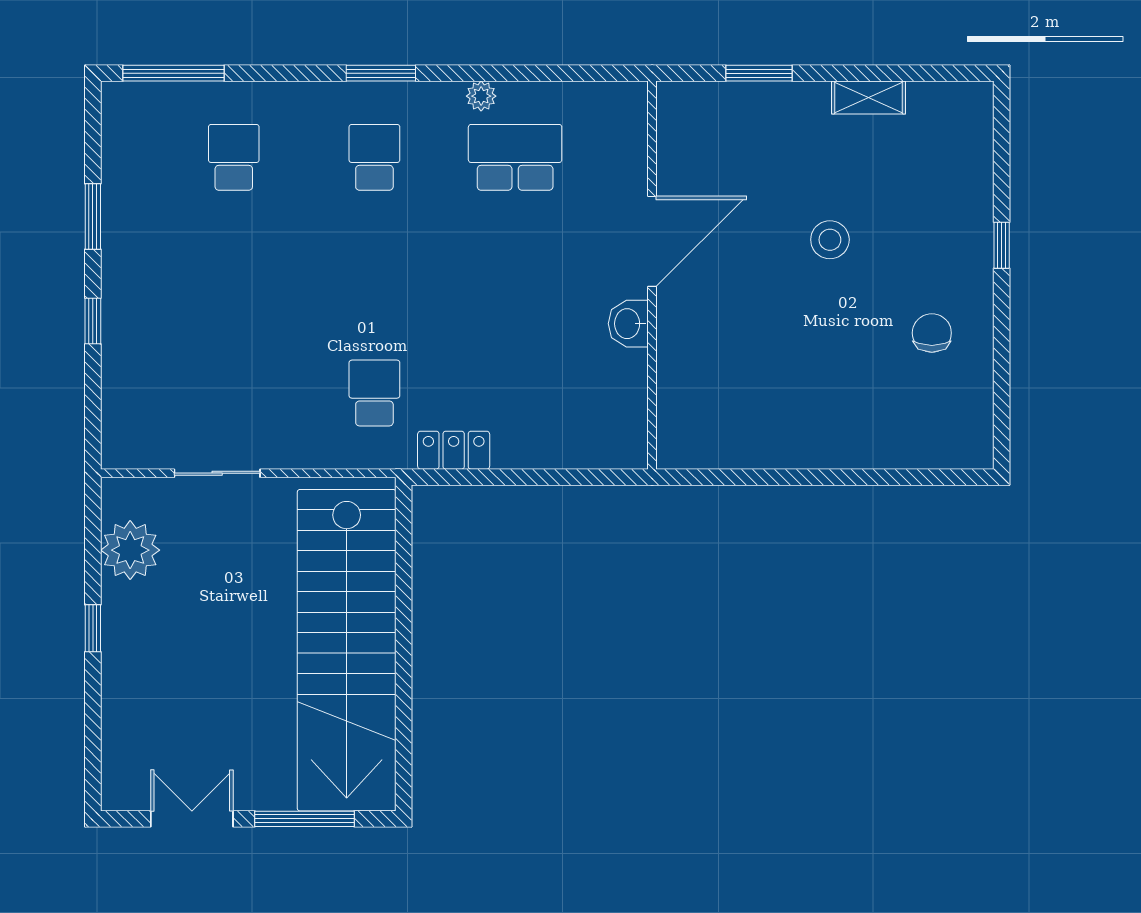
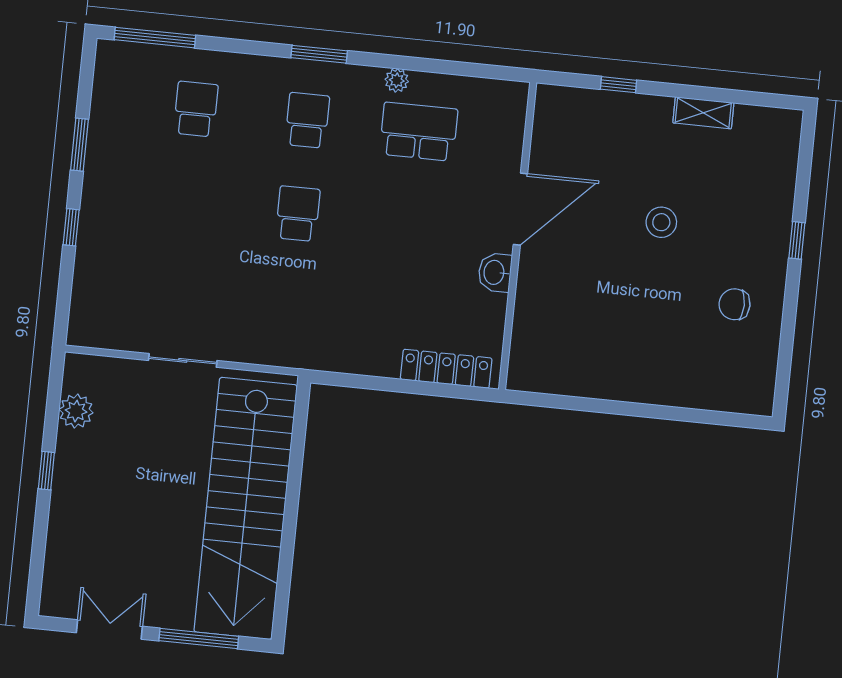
window: (759, 73) -> (619, 85), width x0.67
chair: (932, 333) -> (735, 304), turned -90
school desk: (374, 393) -> (298, 214), moved
locker: (454, 450) -> (446, 369), moved, width x1.53
sliding door: (217, 473) -> (183, 360), moved
plant: (130, 550) -> (76, 411), width x0.73, depth x0.73

